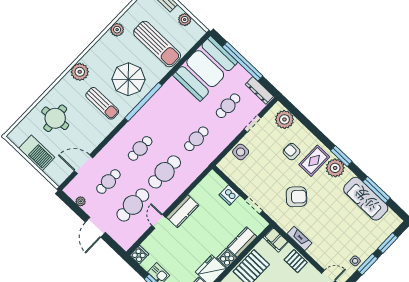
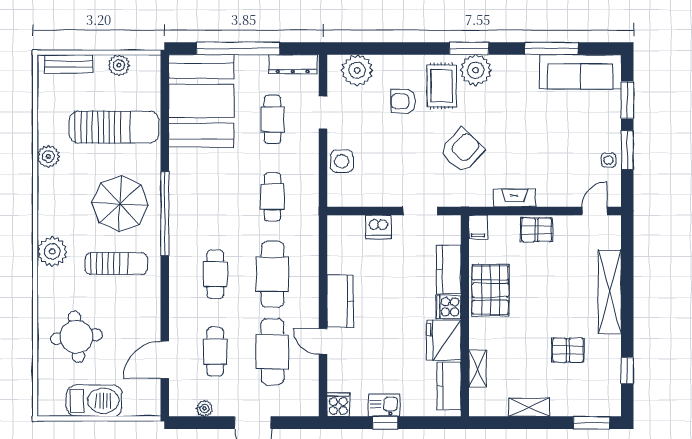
sofa: (366, 199) -> (580, 72), moved
filing cabinet: (276, 240) -> (478, 227), width x0.50

